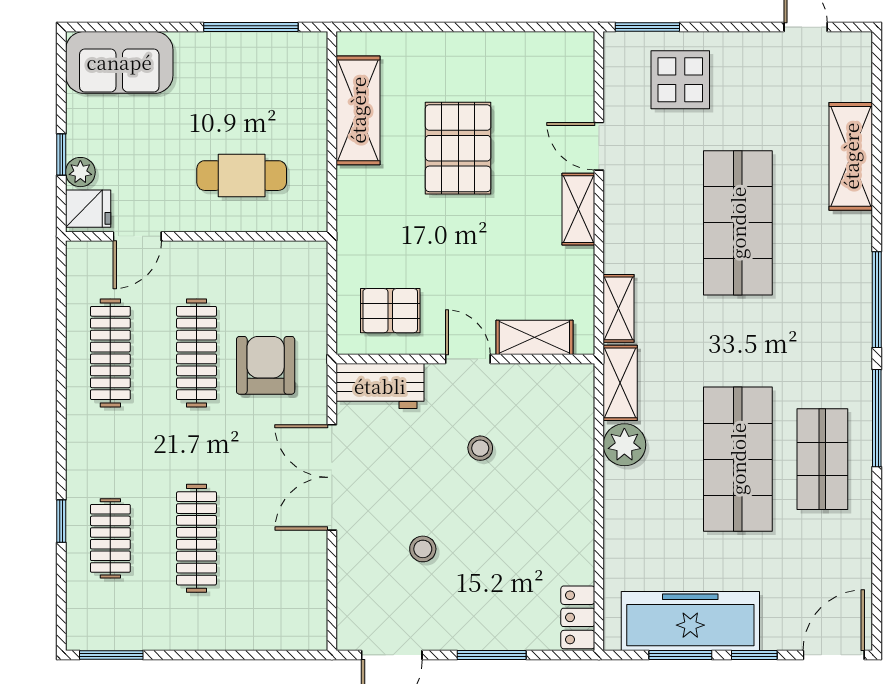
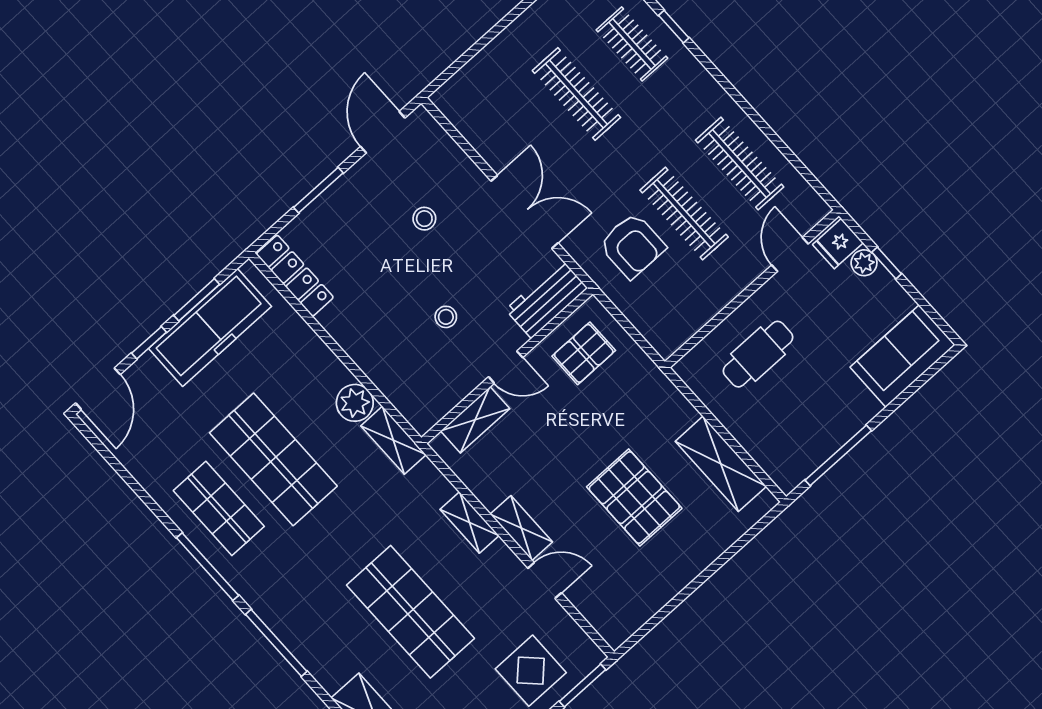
shelving: (619, 308) -> (469, 523), moved
locker: (578, 617) -> (295, 276), width x1.53

